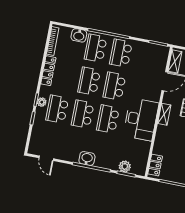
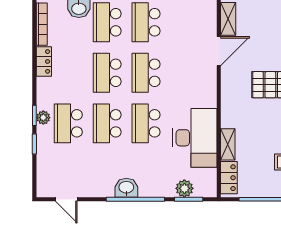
locker: (48, 71) -> (44, 61), width x0.66
shelving: (164, 114) -> (228, 144), moved
desk: (141, 119) -> (195, 138), moved

